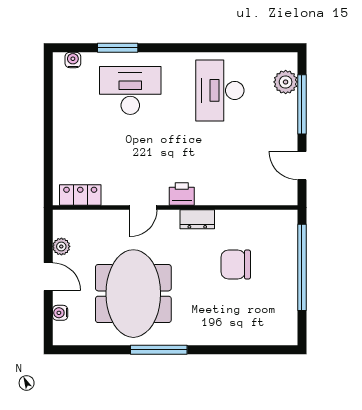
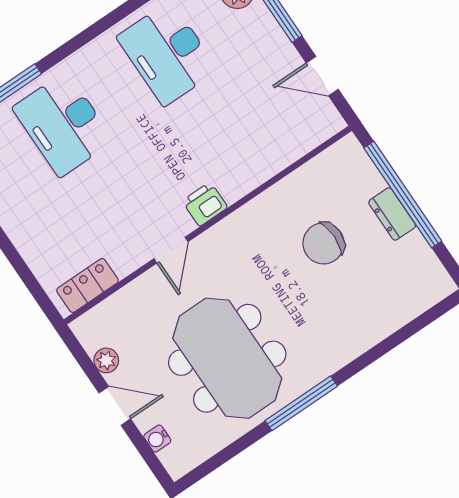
desk: (130, 90) -> (63, 124), turned -90
dresser: (197, 219) -> (392, 214), moved, turned 90

